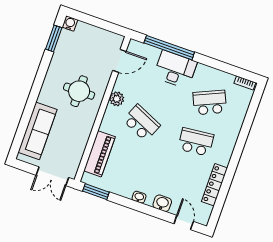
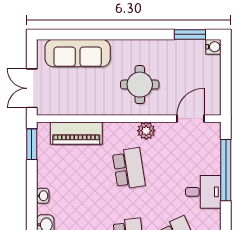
door: (119, 61) -> (191, 119), swing flipped
desk: (175, 69) -> (203, 192), width x0.73
school desk: (141, 123) -> (129, 169), turned -33

